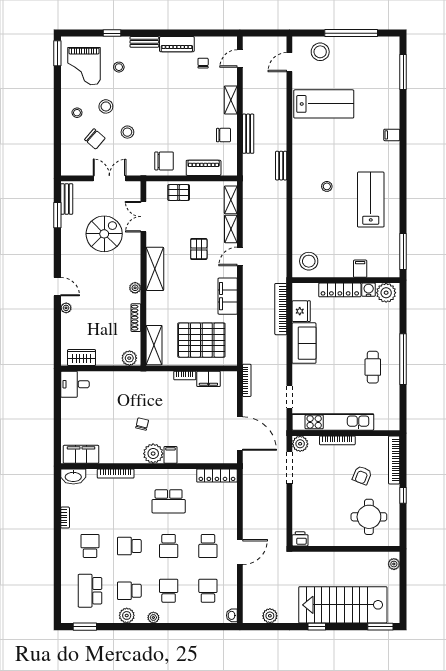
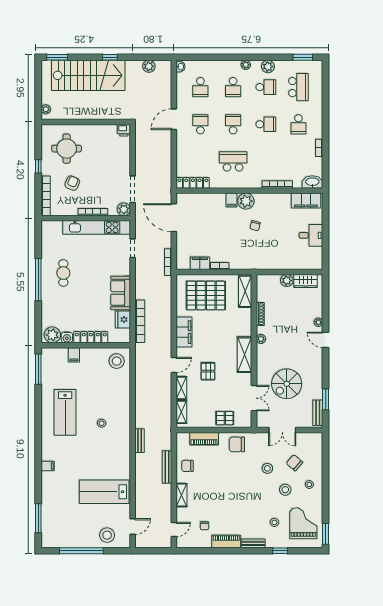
plant: (129, 358) -> (287, 280), moved
desk: (75, 384) -> (311, 235), moved

